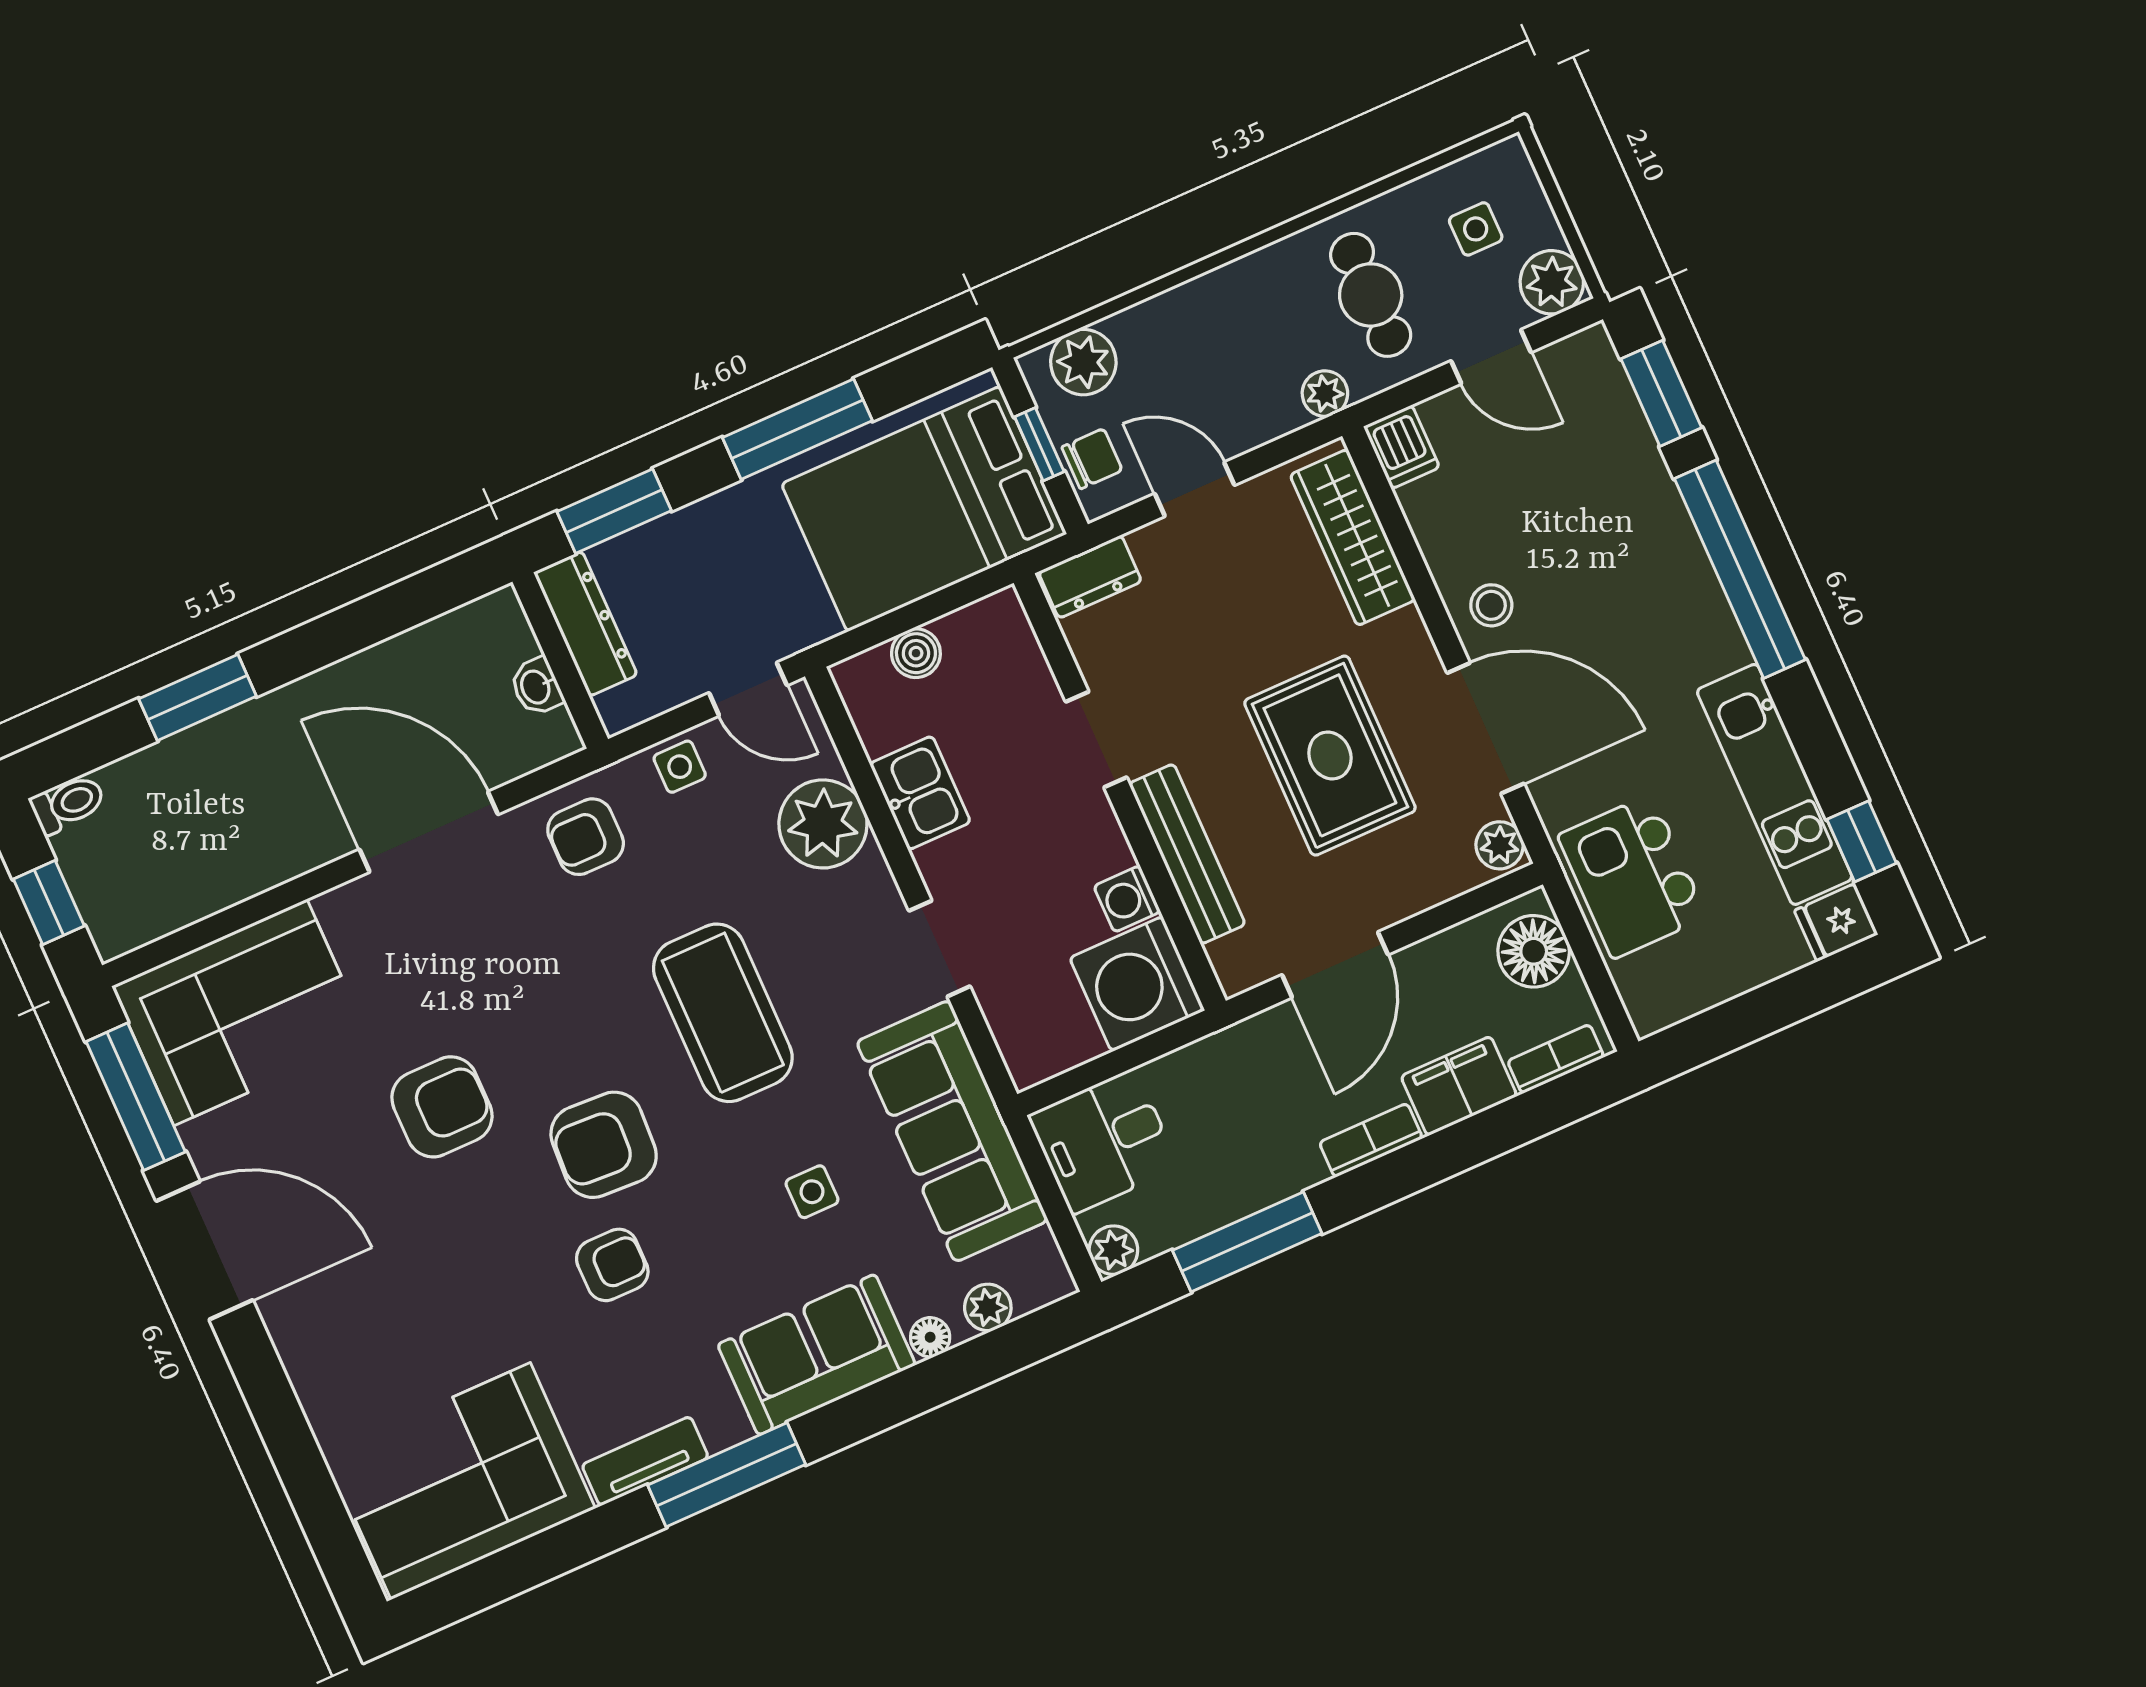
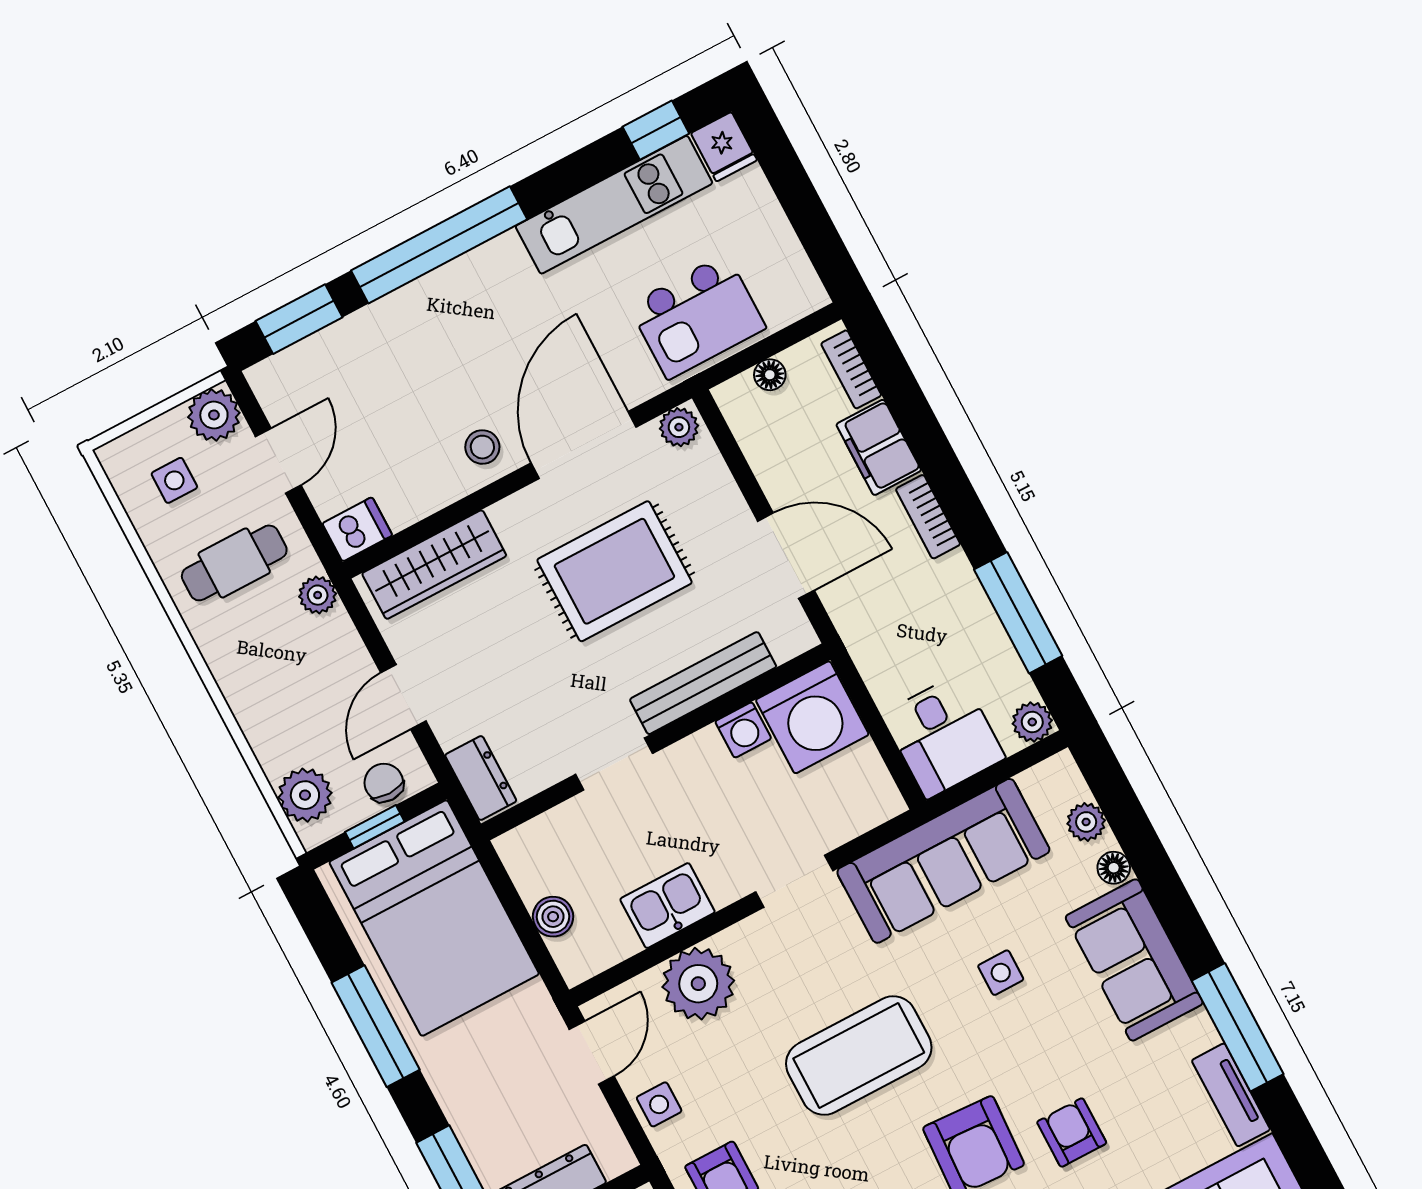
floor lamp: (1534, 951) -> (770, 375), width x0.53, depth x0.53

